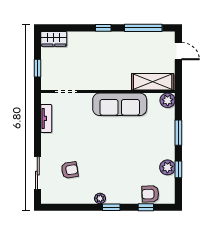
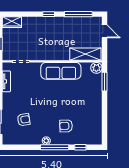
window: (178, 133) -> (104, 82), moved
plant: (167, 167) -> (96, 118), removed
window: (178, 169) -> (104, 119), removed
armchair: (150, 194) -> (66, 126), moved
window: (111, 207) -> (55, 147), width x2.17

